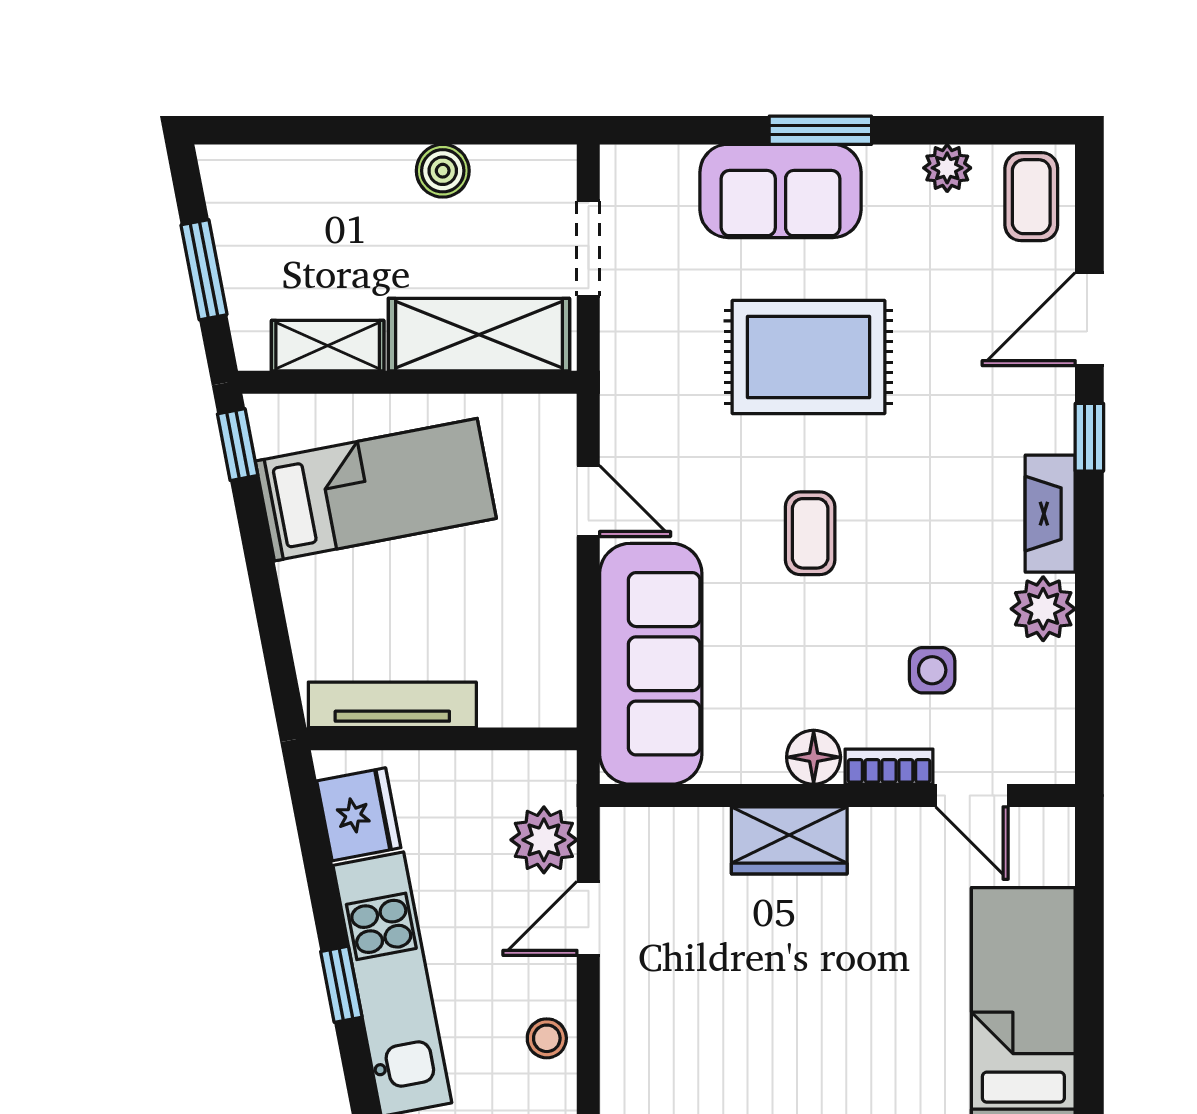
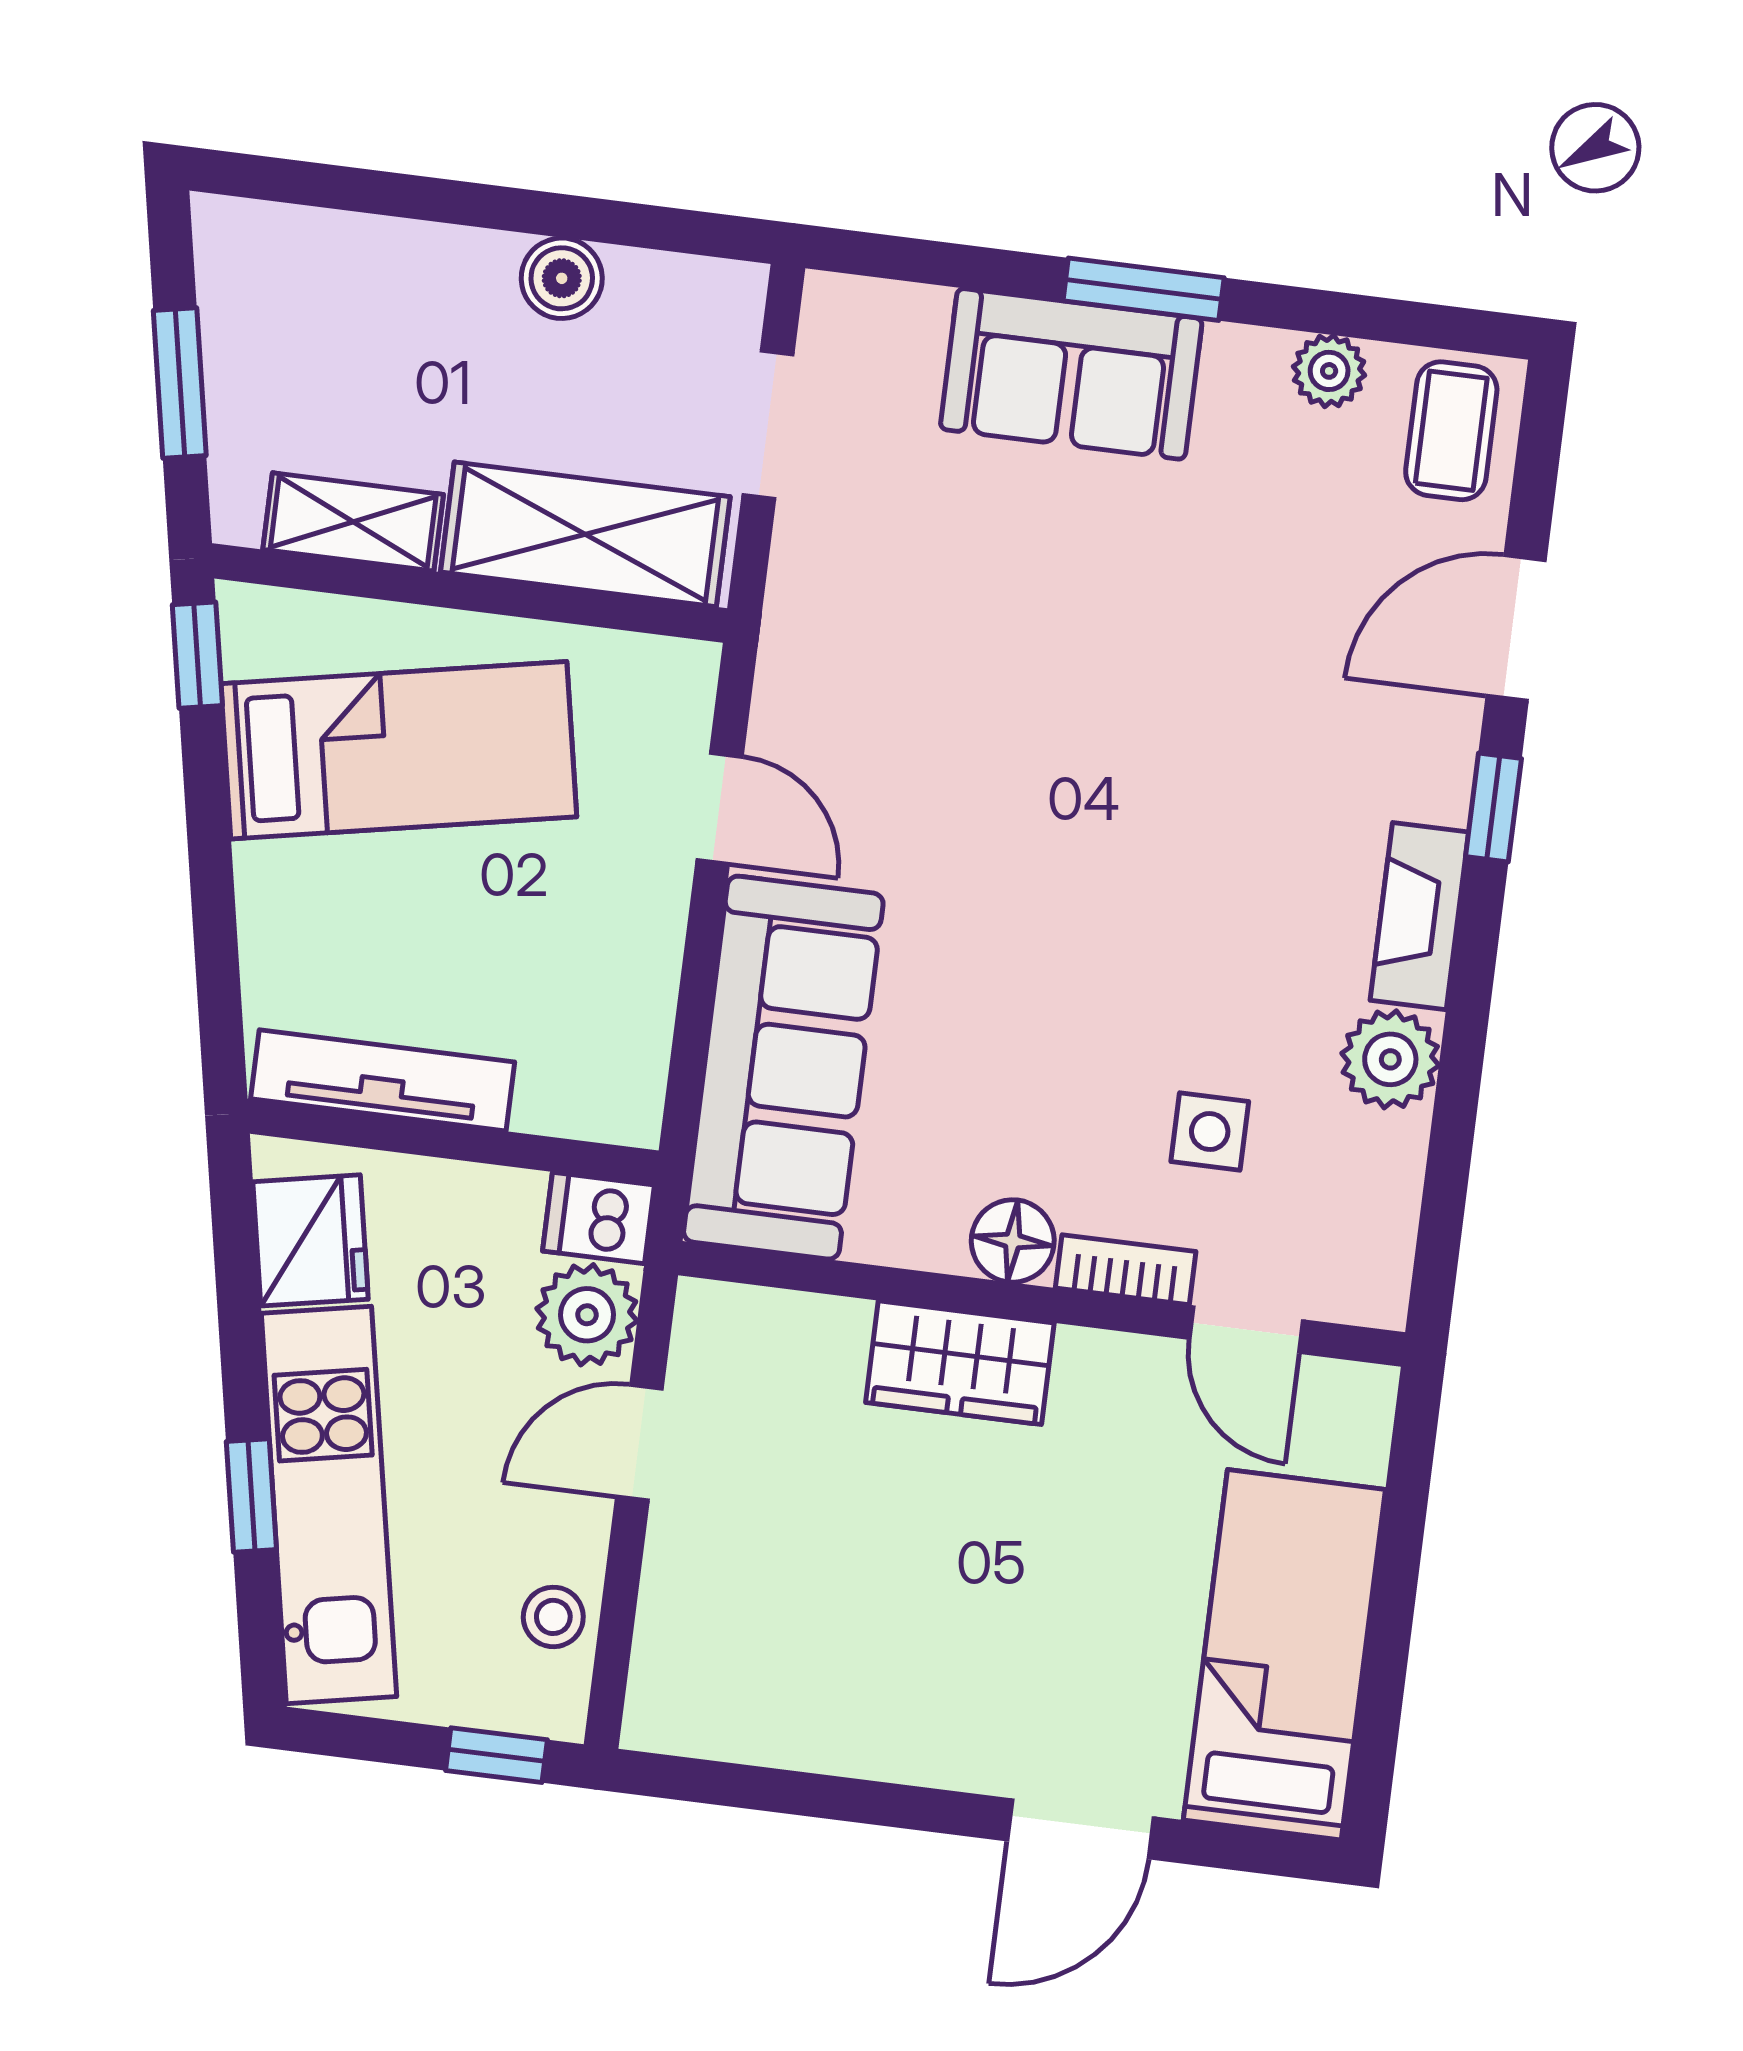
rug: (809, 357) -> (1082, 632), removed
coffee table: (810, 533) -> (1051, 900), removed
dishwasher: (543, 776) -> (599, 1218), added

